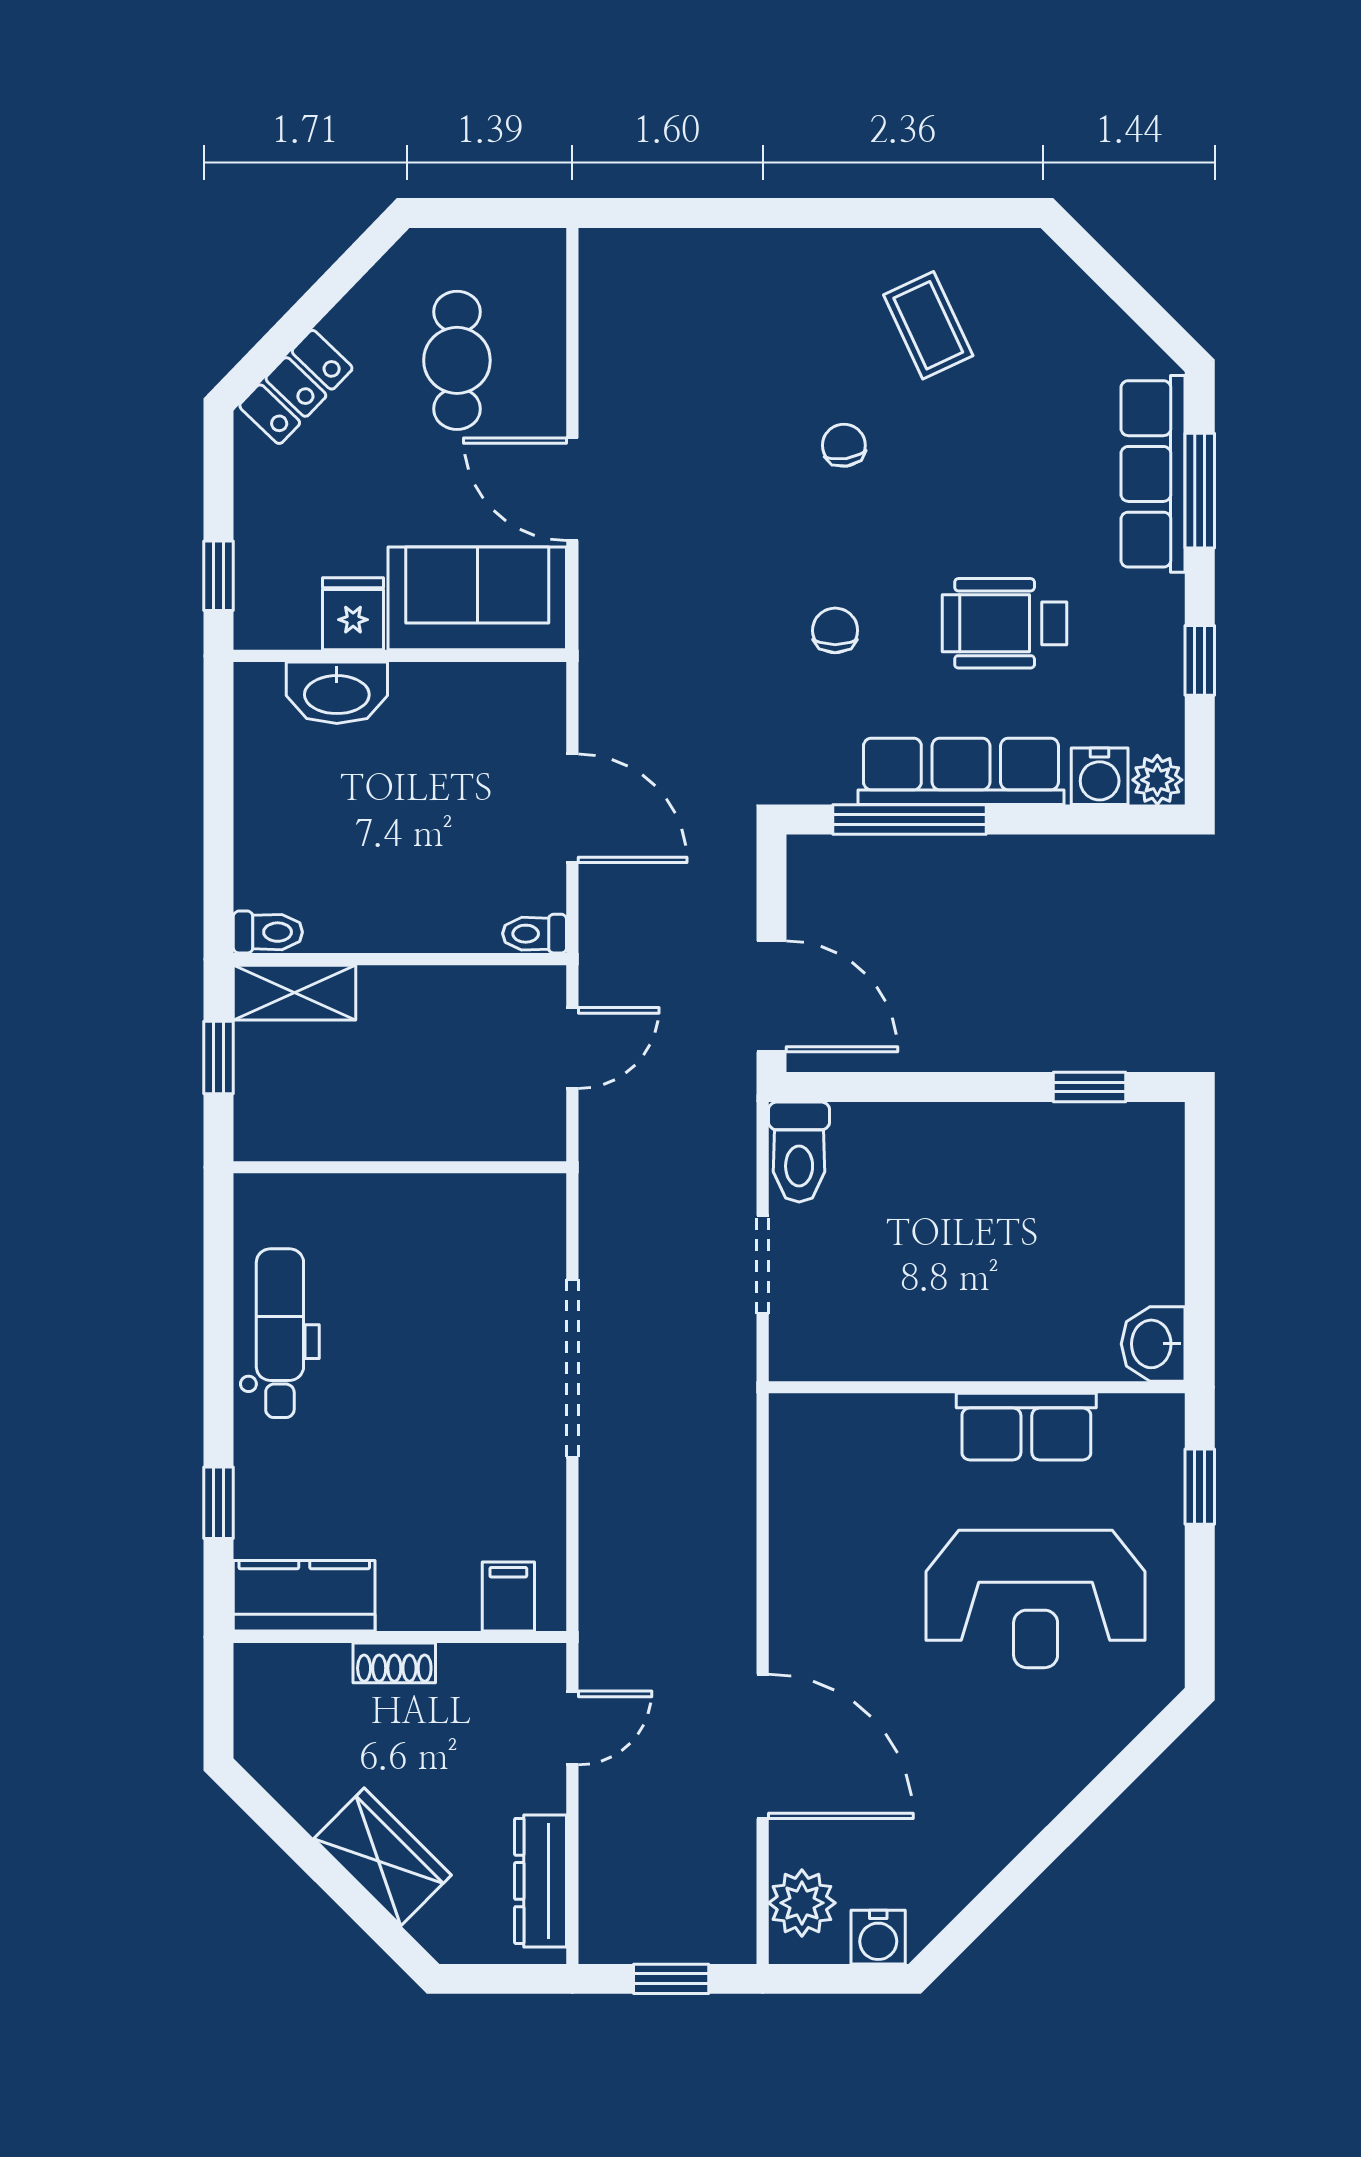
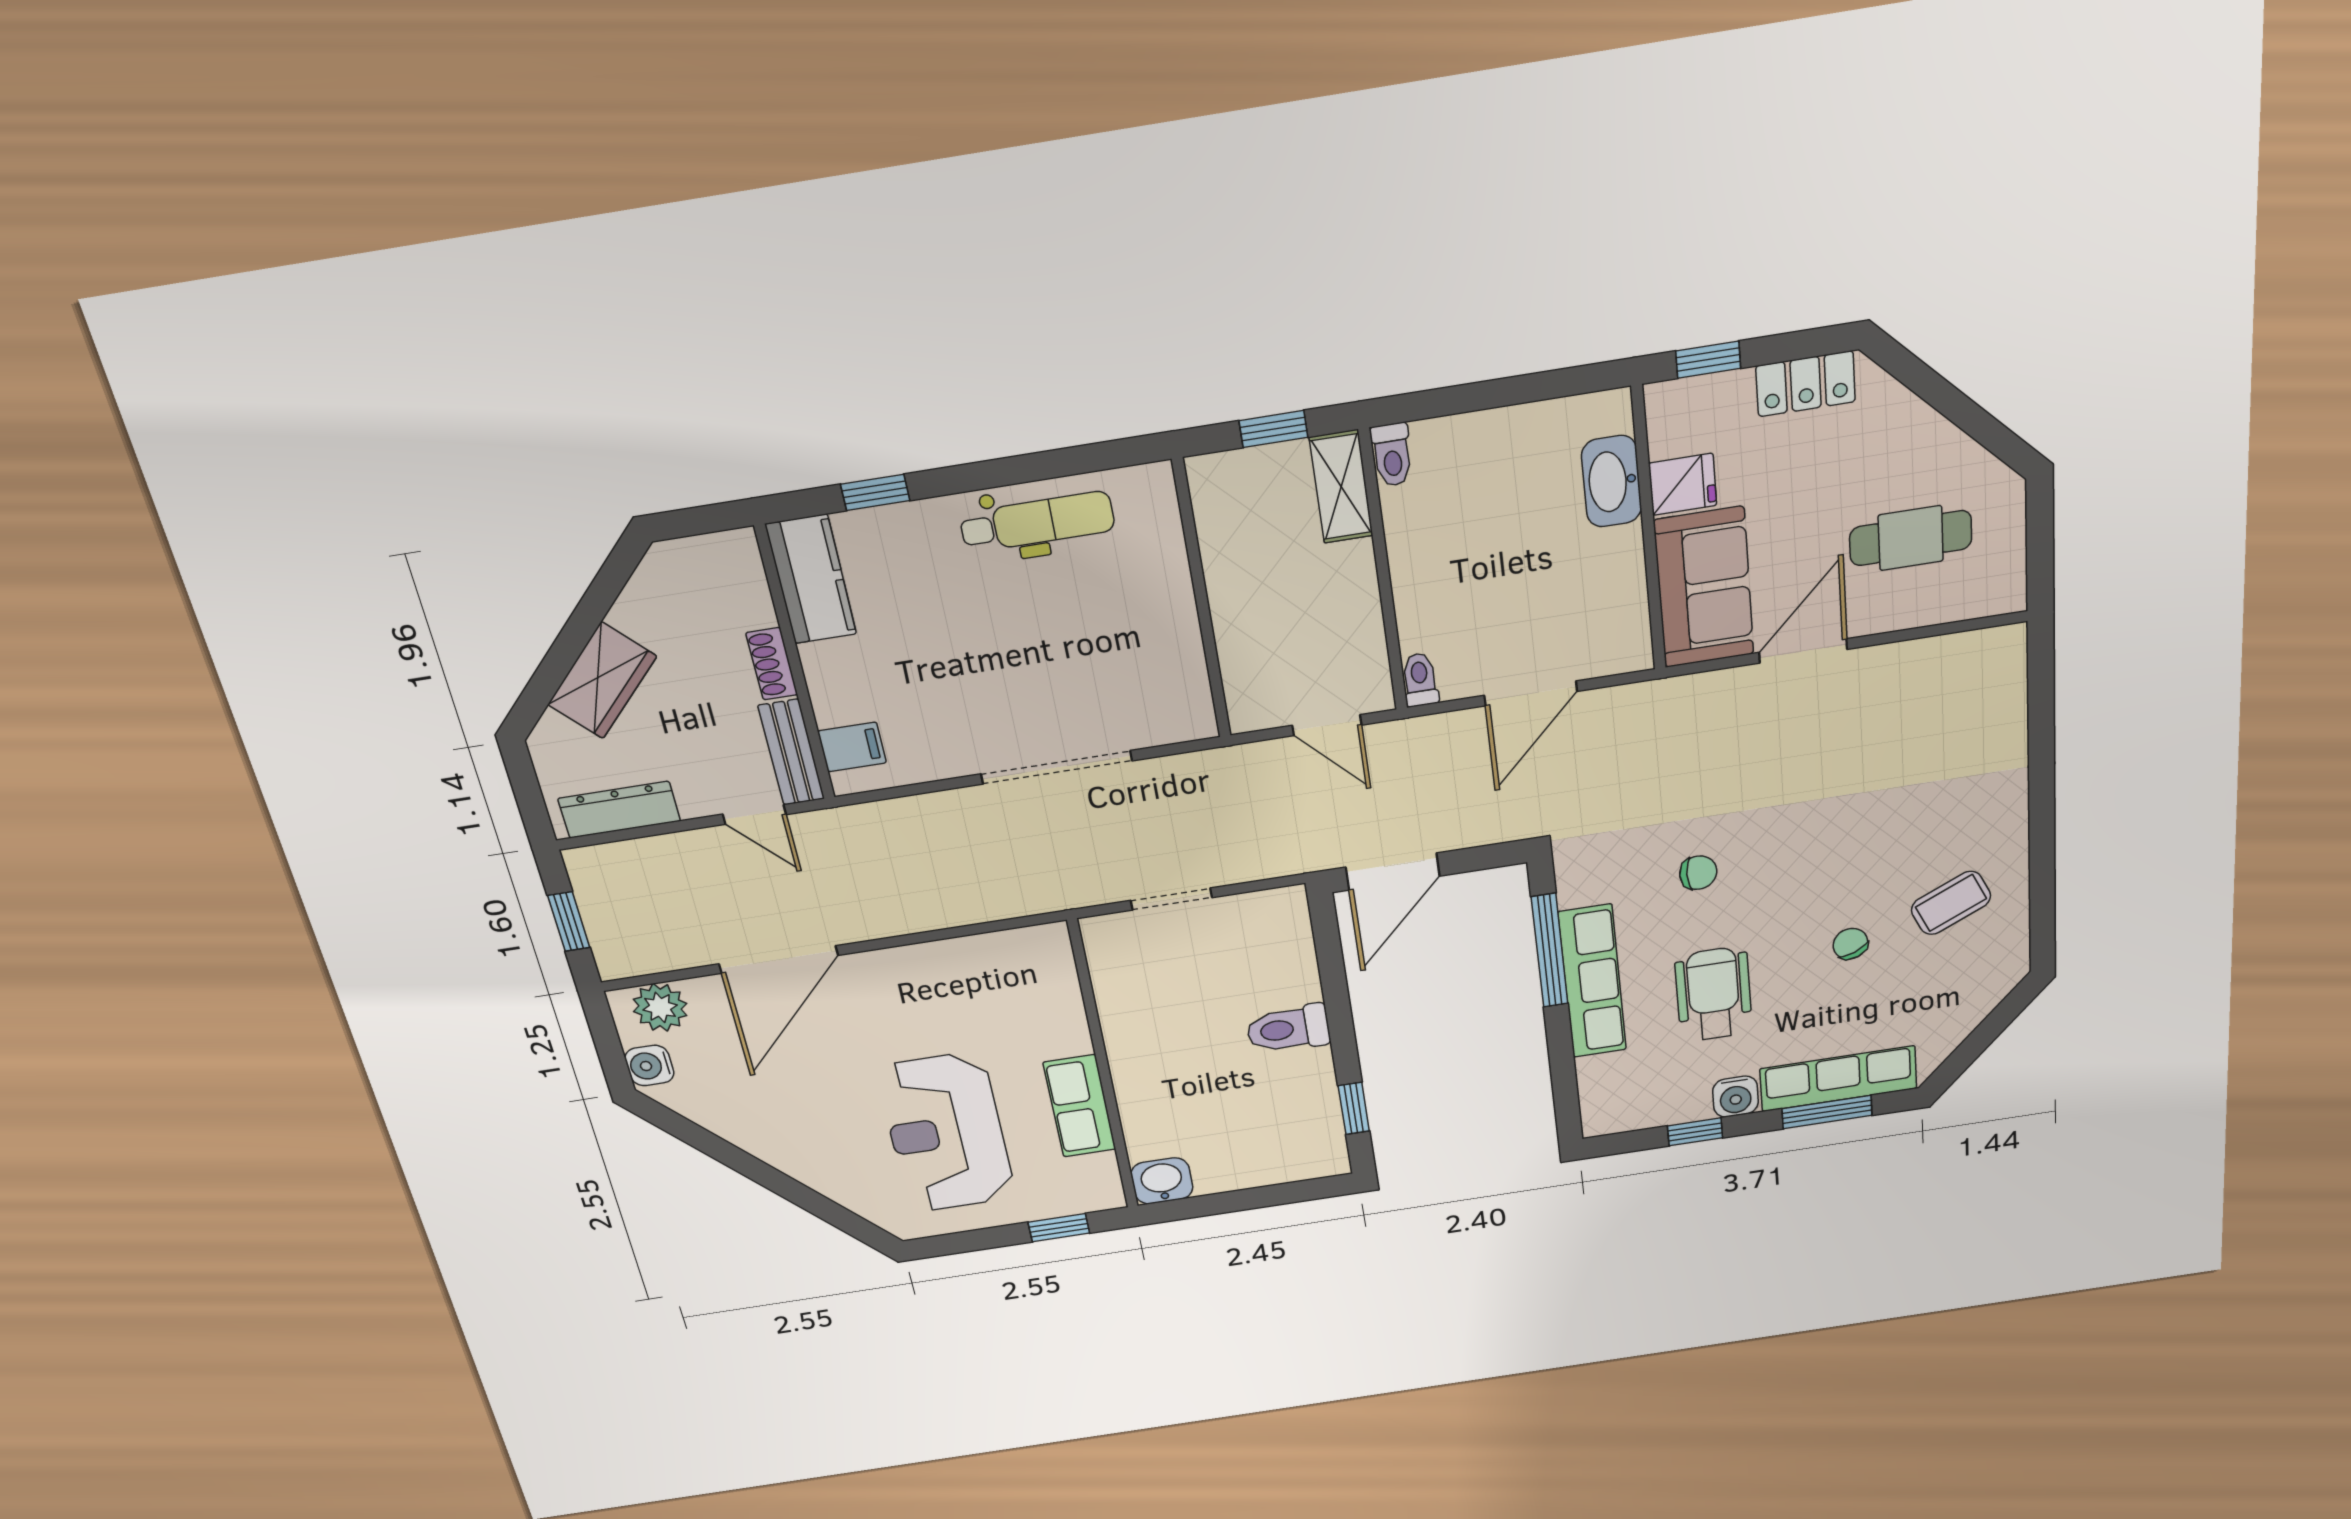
locker: (296, 387) -> (1806, 384), moved, turned -44
chair: (844, 445) -> (1850, 944), moved, turned -104
water cooler: (1100, 776) -> (1735, 1097), moved, turned -90
plant: (1157, 780) -> (1600, 1118), removed
toilet: (799, 1152) -> (1288, 1029), moved
bench: (503, 1667) -> (791, 752), added

